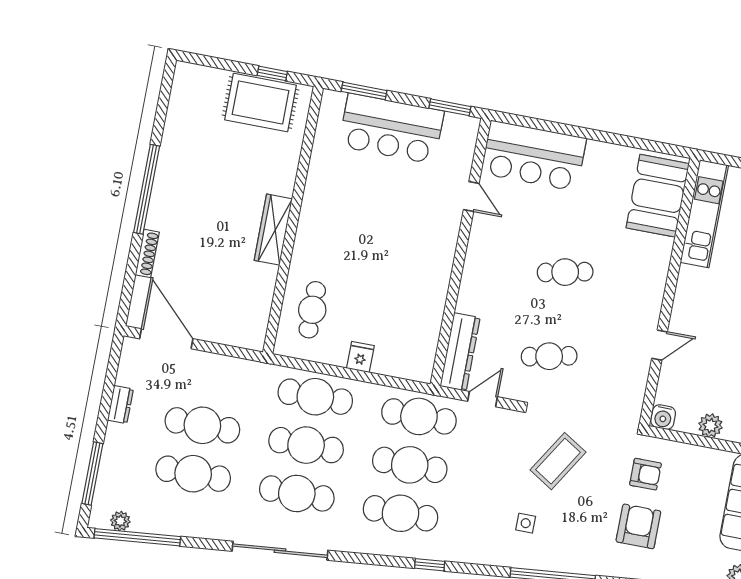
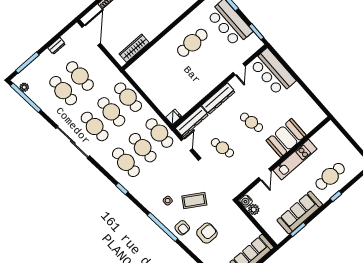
booth: (658, 196) -> (286, 138), moved
kitchen unit: (704, 214) -> (295, 160), moved
wardrobe: (273, 230) -> (134, 48), moved
dresser: (475, 276) -> (218, 98), added
cafe table: (312, 310) -> (192, 43), moved, width x1.37, depth x1.35
door: (660, 345) -> (265, 174), hinge flipped
fridge: (360, 357) -> (174, 117), moved
door: (483, 399) -> (187, 145), hinge flipped
plant: (710, 426) -> (254, 210), moved
coffee table: (558, 461) -> (194, 201), moved
armchair: (646, 474) -> (182, 228), moved

